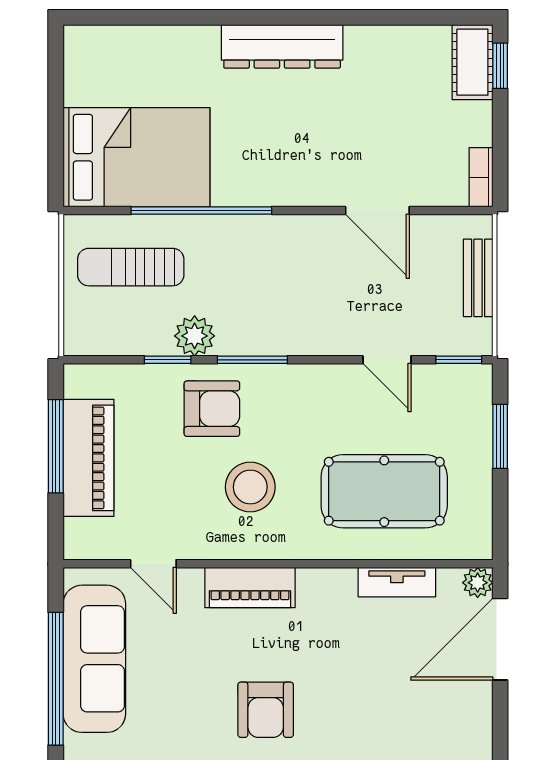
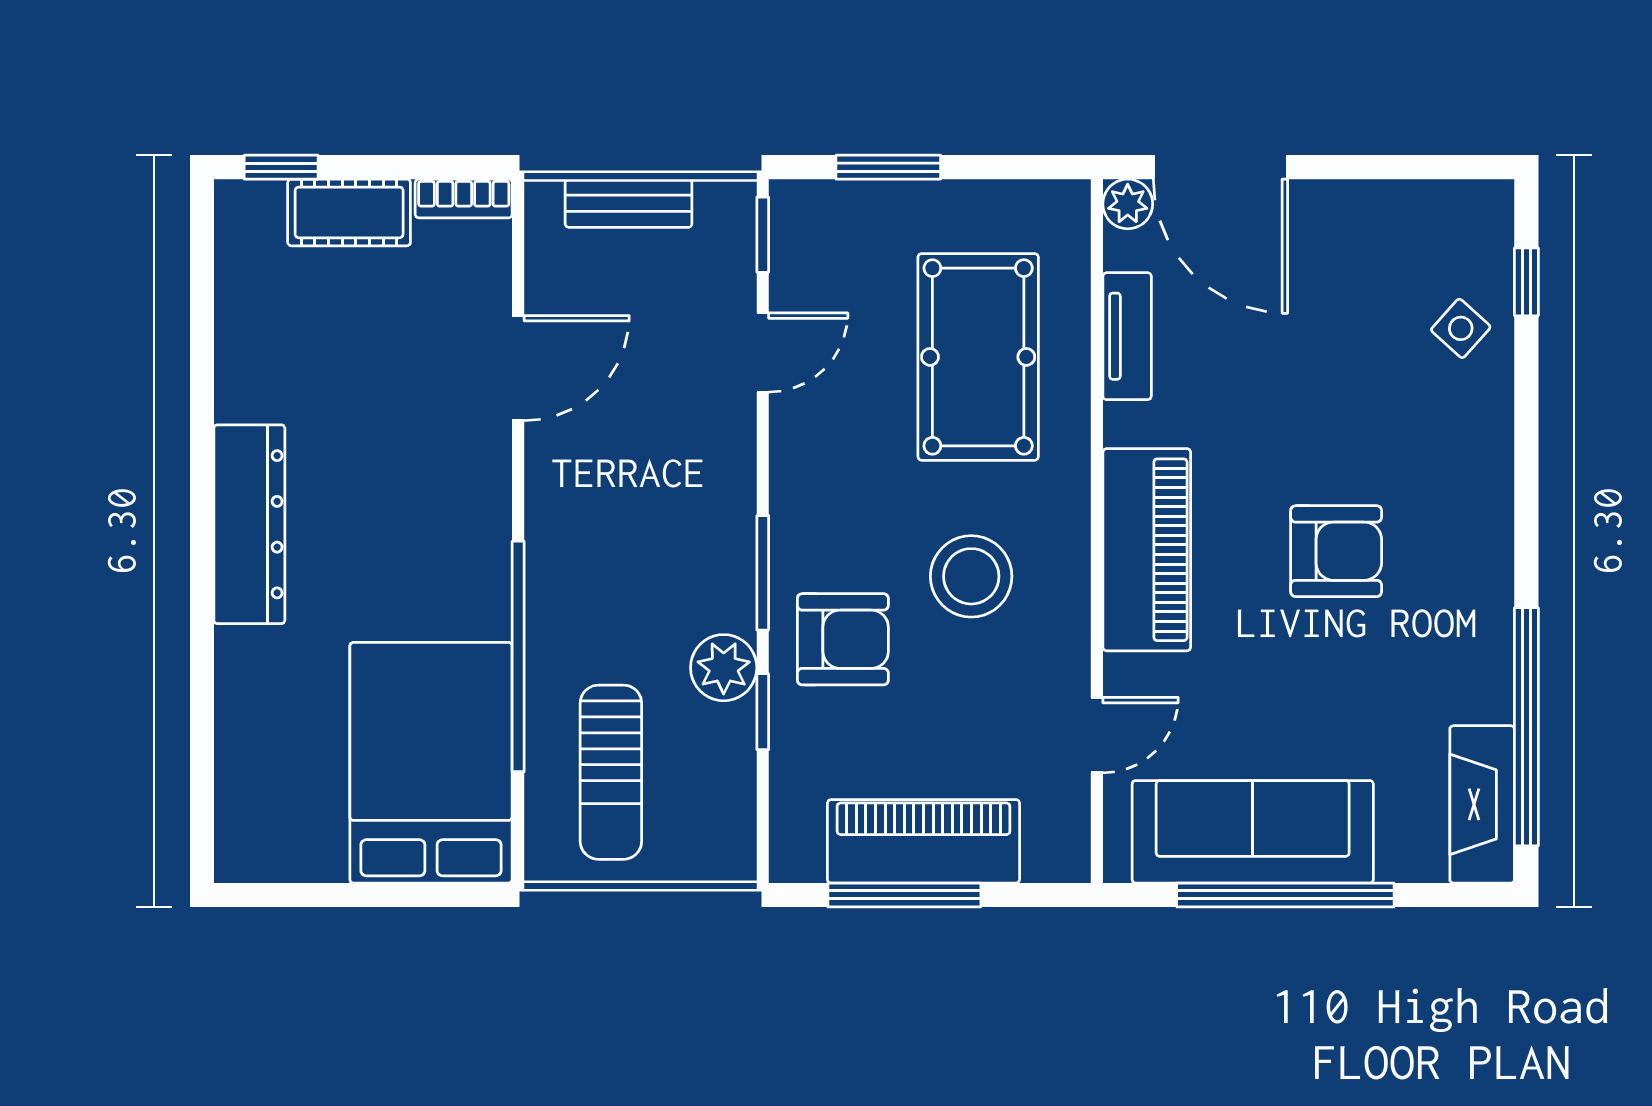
cot: (472, 62) -> (349, 212), moved
armchair: (212, 409) -> (843, 639), turned 90
piano: (250, 588) -> (1147, 550), width x1.37, depth x1.33

